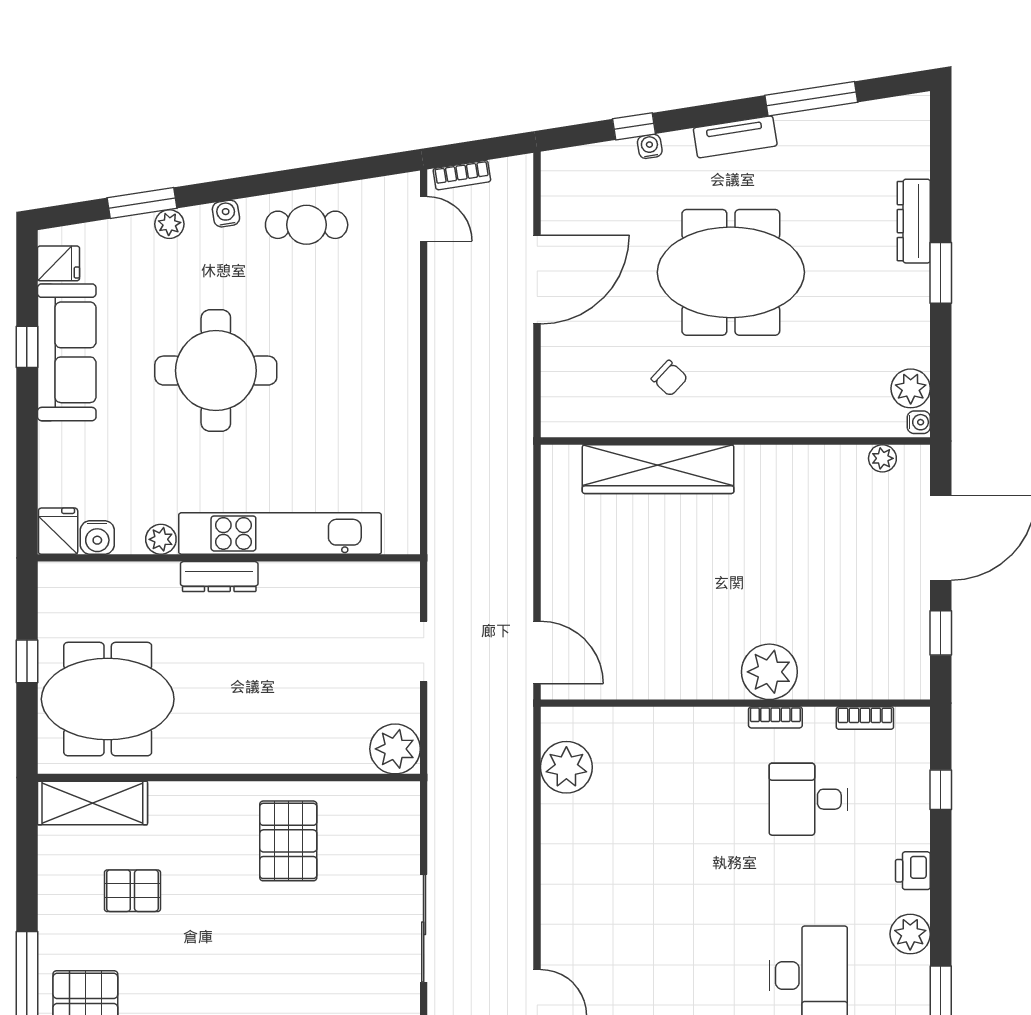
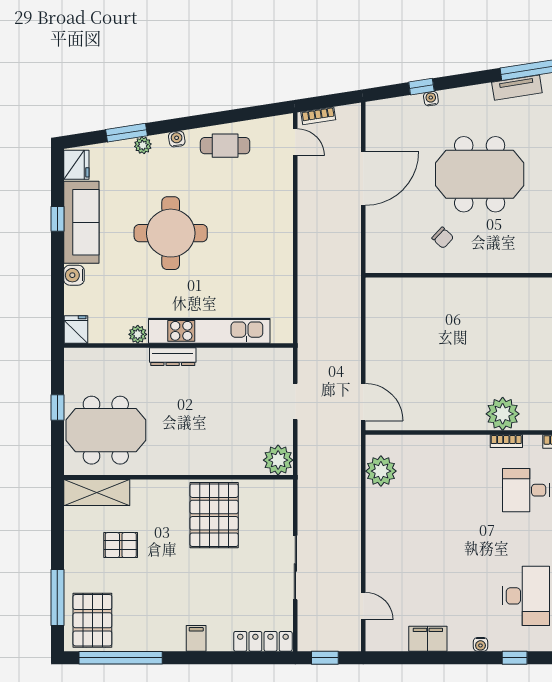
tv unit: (735, 137) -> (517, 88), moved
fridge: (58, 263) -> (76, 165), width x1.38
wardrobe: (658, 469) -> (436, 292), removed
water cooler: (97, 537) -> (74, 275), moved, turned 90
pallet: (288, 841) -> (214, 515), width x1.37, depth x1.41

